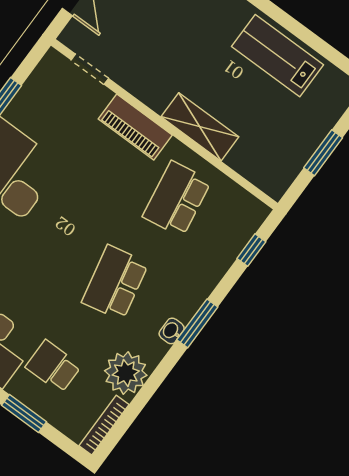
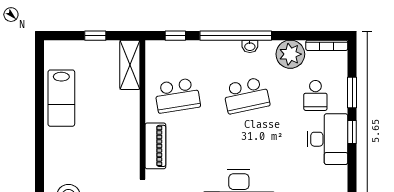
shelving: (200, 127) -> (130, 65), moved
window: (323, 153) -> (95, 36), width x0.67
window: (197, 323) -> (236, 36), width x2.11

